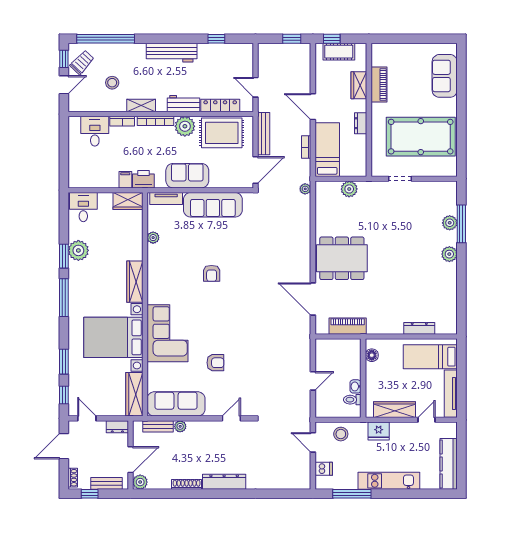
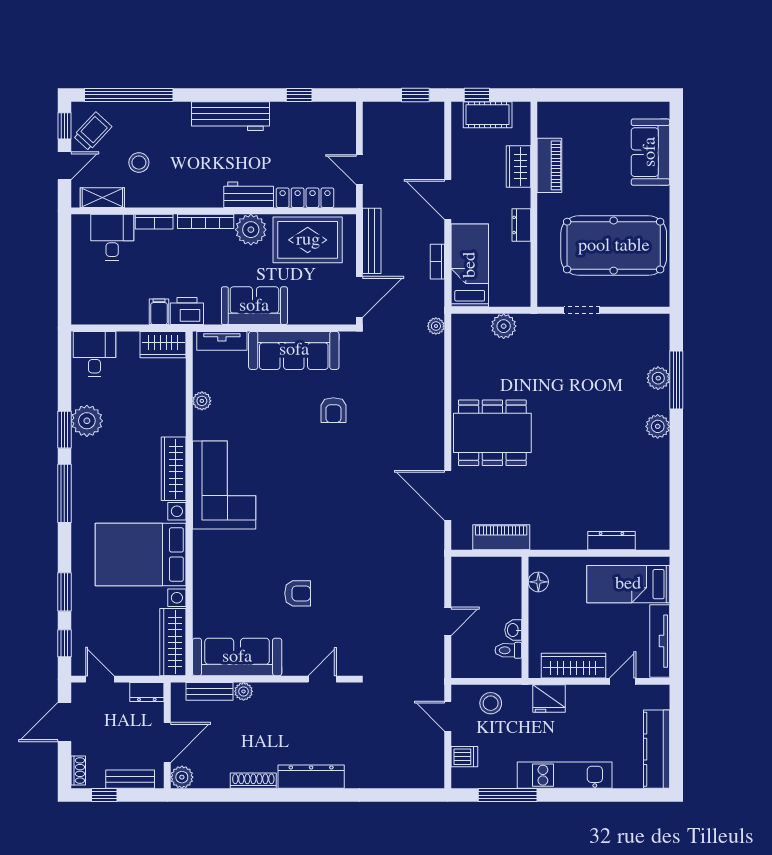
shelving: (141, 105) -> (102, 198), moved
armchair: (212, 273) -> (333, 410), moved
corner sofa: (168, 333) -> (224, 485), moved

